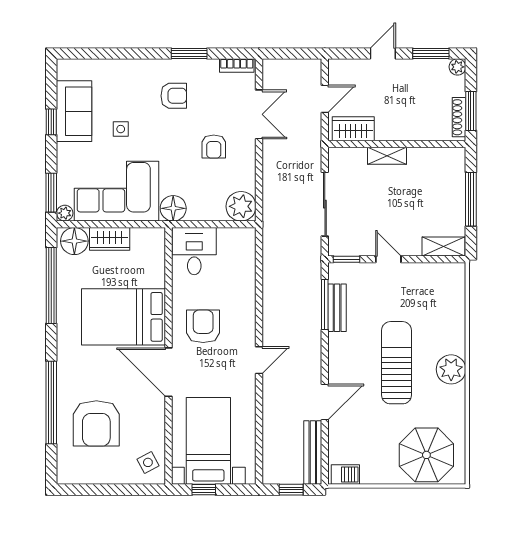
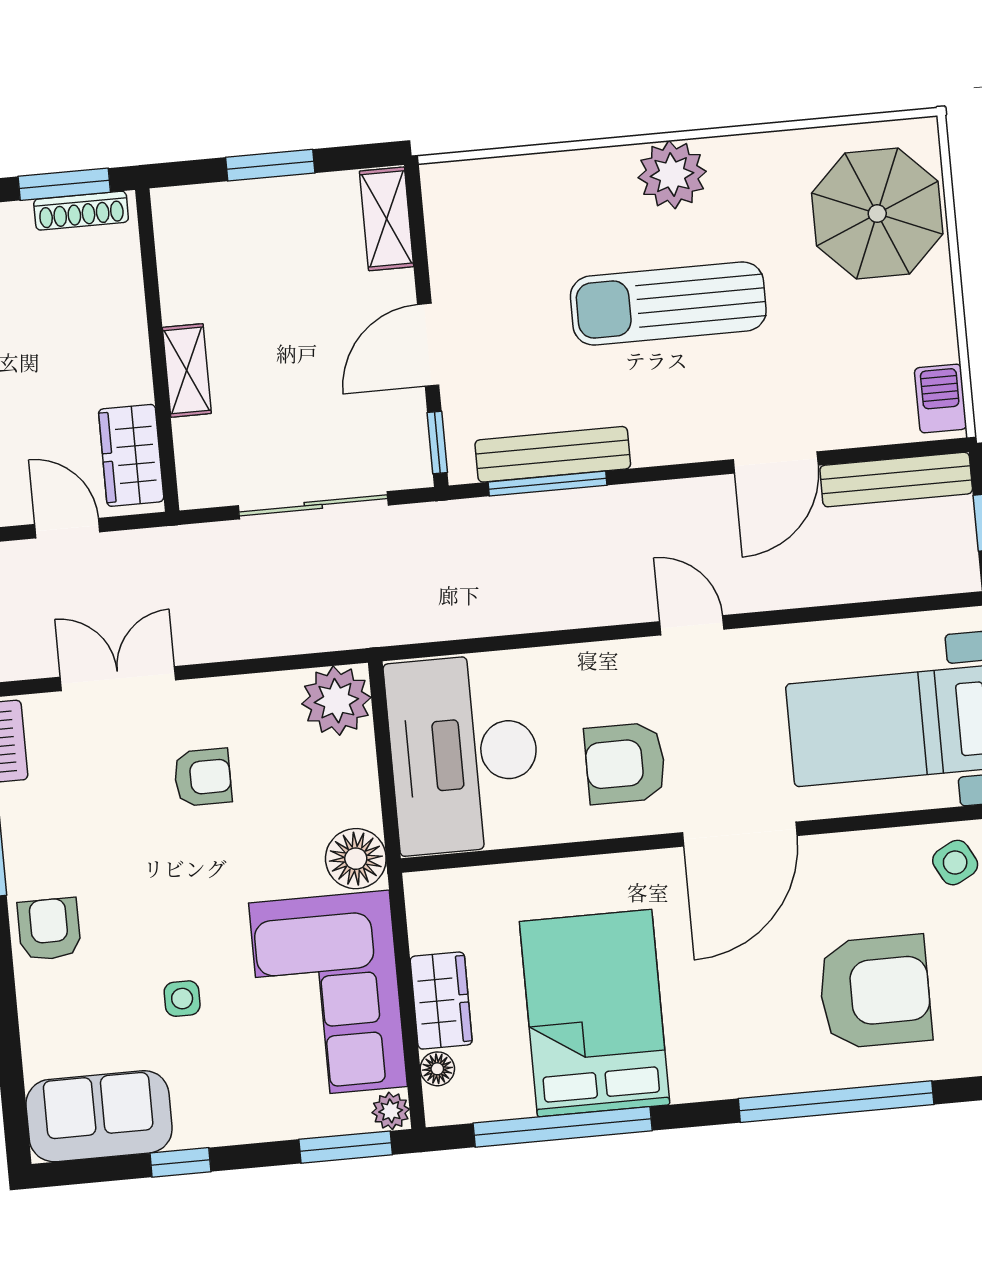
armchair: (174, 96) -> (49, 929), moved
sofa: (74, 111) -> (99, 1116), moved
window: (471, 199) -> (270, 165), width x0.69
floor lamp: (74, 241) -> (437, 1069), width x0.53, depth x0.53
desk: (194, 251) -> (464, 754), width x1.87, depth x1.30
door: (388, 259) -> (428, 345), width x1.38
bench: (337, 308) -> (553, 454), width x1.36
bed: (124, 317) -> (595, 1013), moved, turned 180
door: (325, 402) -> (776, 462), swing flipped

